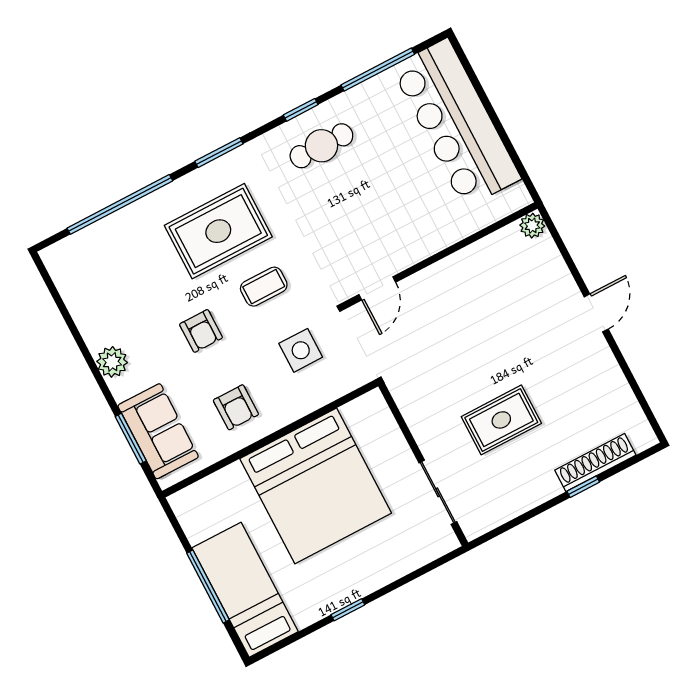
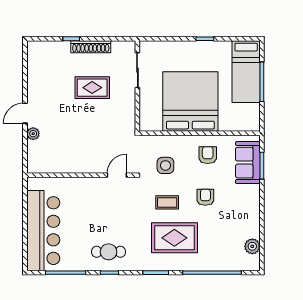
plant: (532, 226) -> (33, 134), moved
plant: (112, 362) -> (252, 246), moved
shoe rack: (595, 463) -> (91, 47), moved

